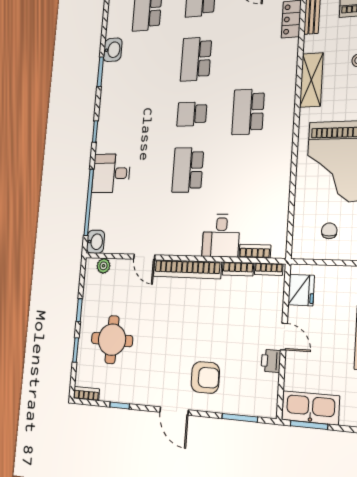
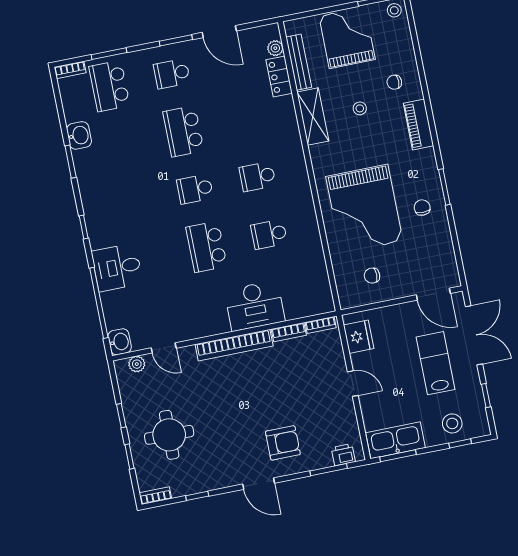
shelving: (311, 80) -> (313, 116), moved
school desk: (248, 112) -> (257, 177), width x0.54
school desk: (244, 169) -> (269, 234), added
chair: (329, 231) -> (372, 276), turned -90
desk: (221, 236) -> (255, 306), width x1.37
bookcase: (255, 251) -> (302, 311), removed
door: (144, 257) -> (164, 348), moved
printer: (271, 361) -> (343, 455), moved, turned 90

